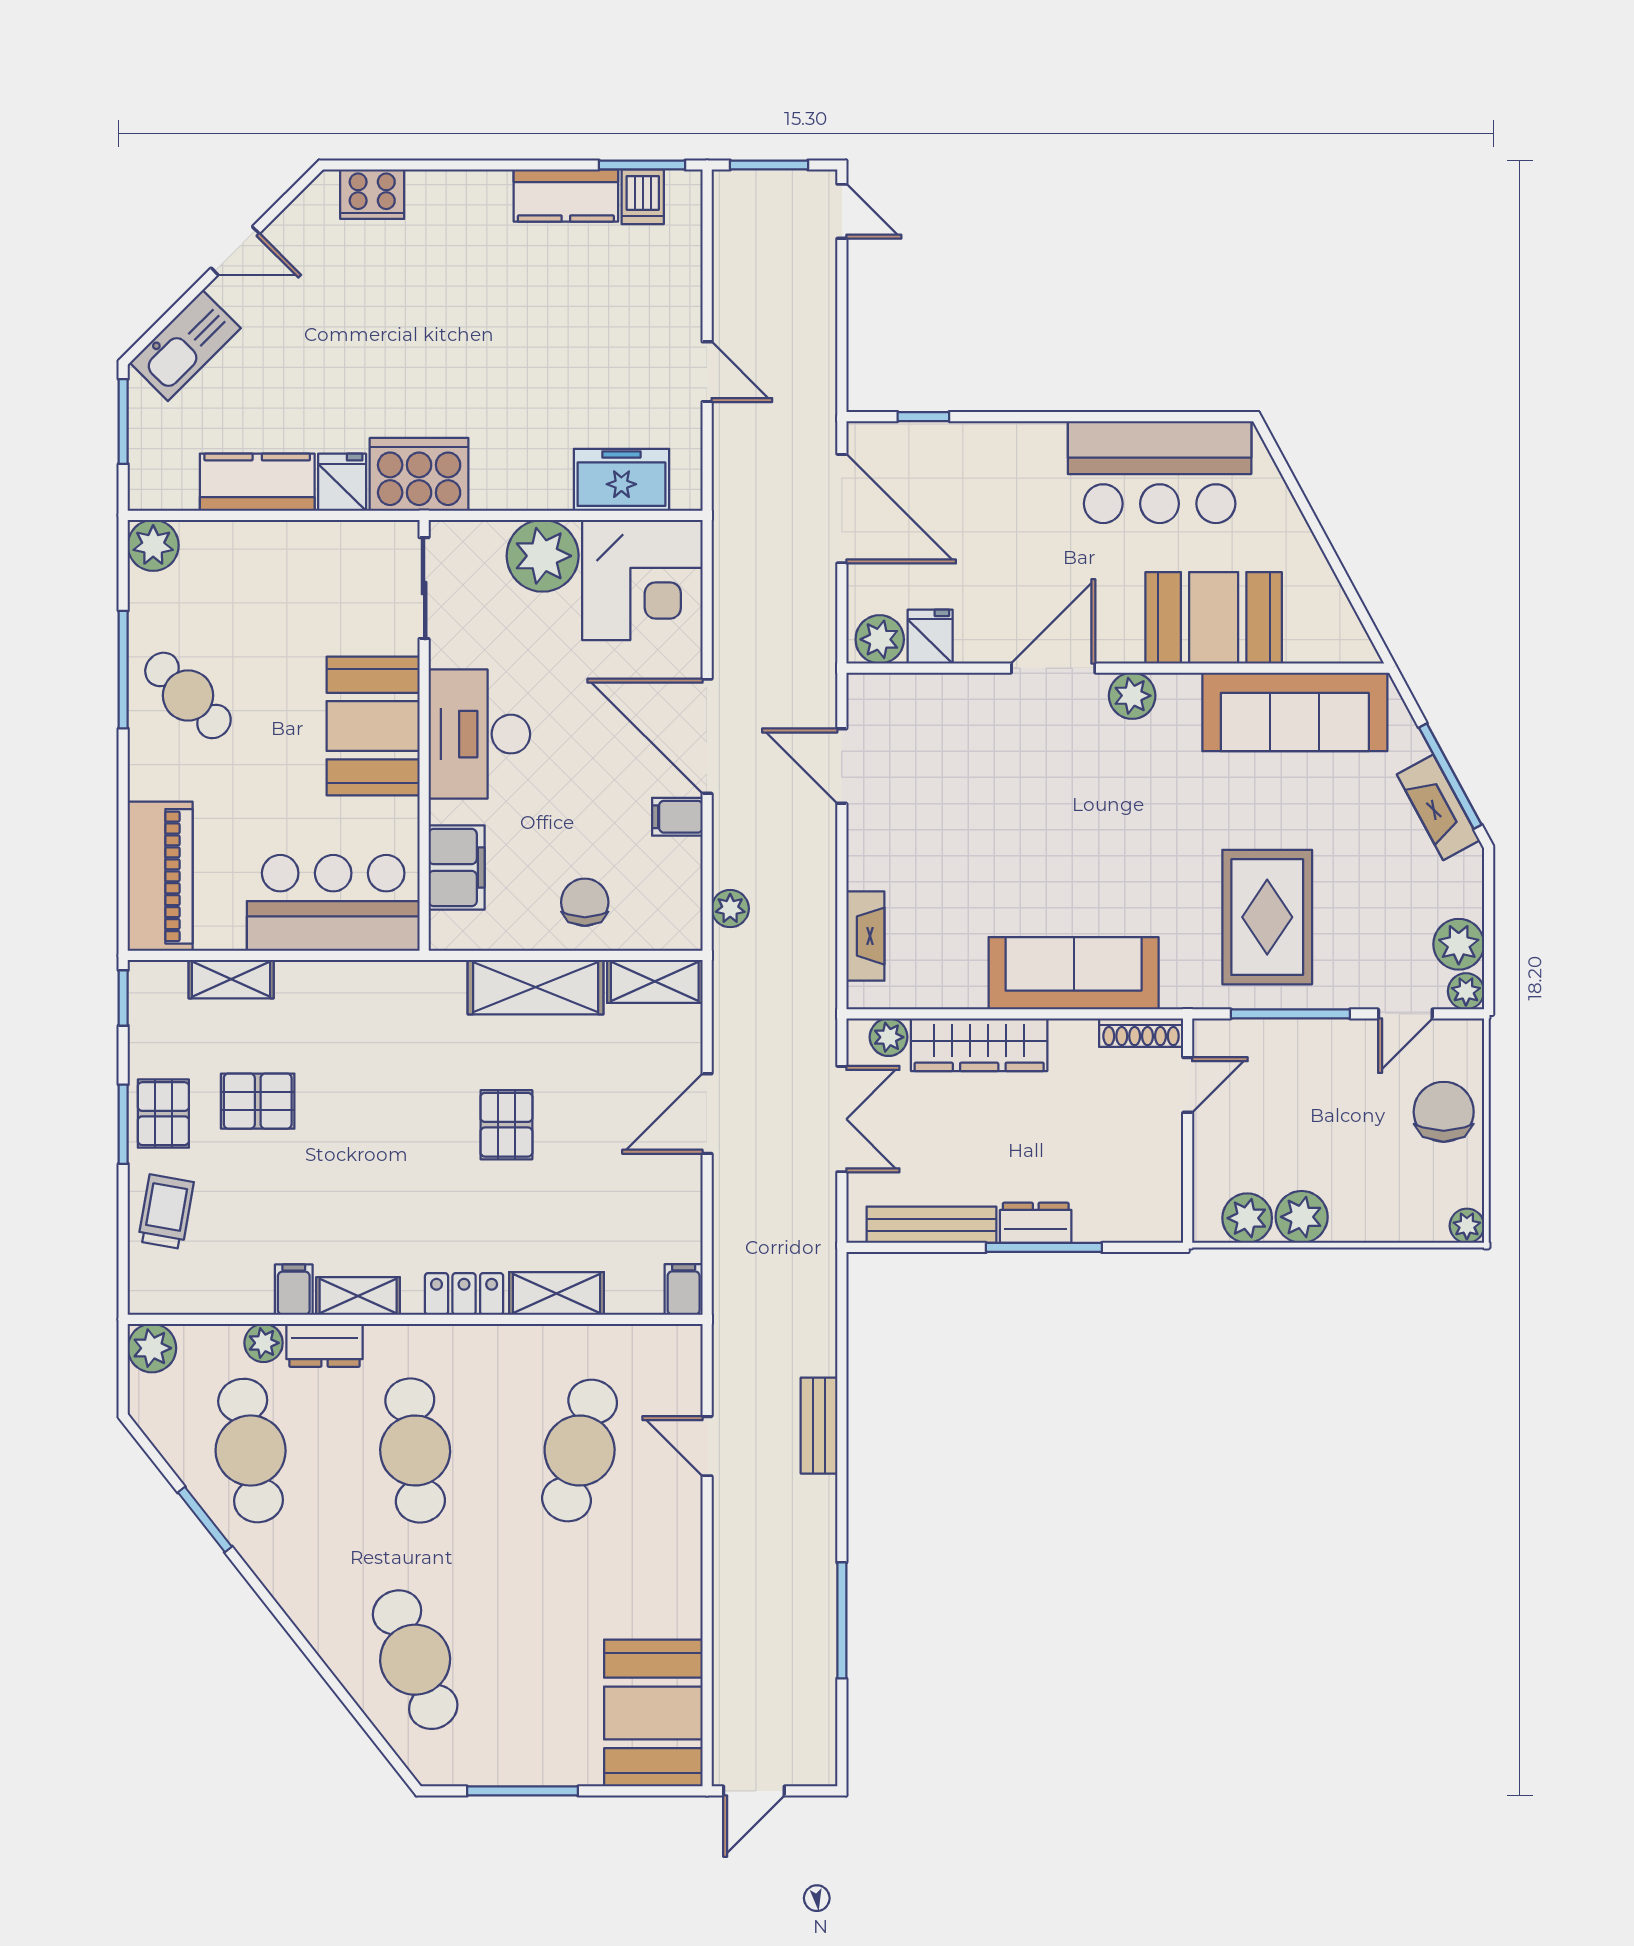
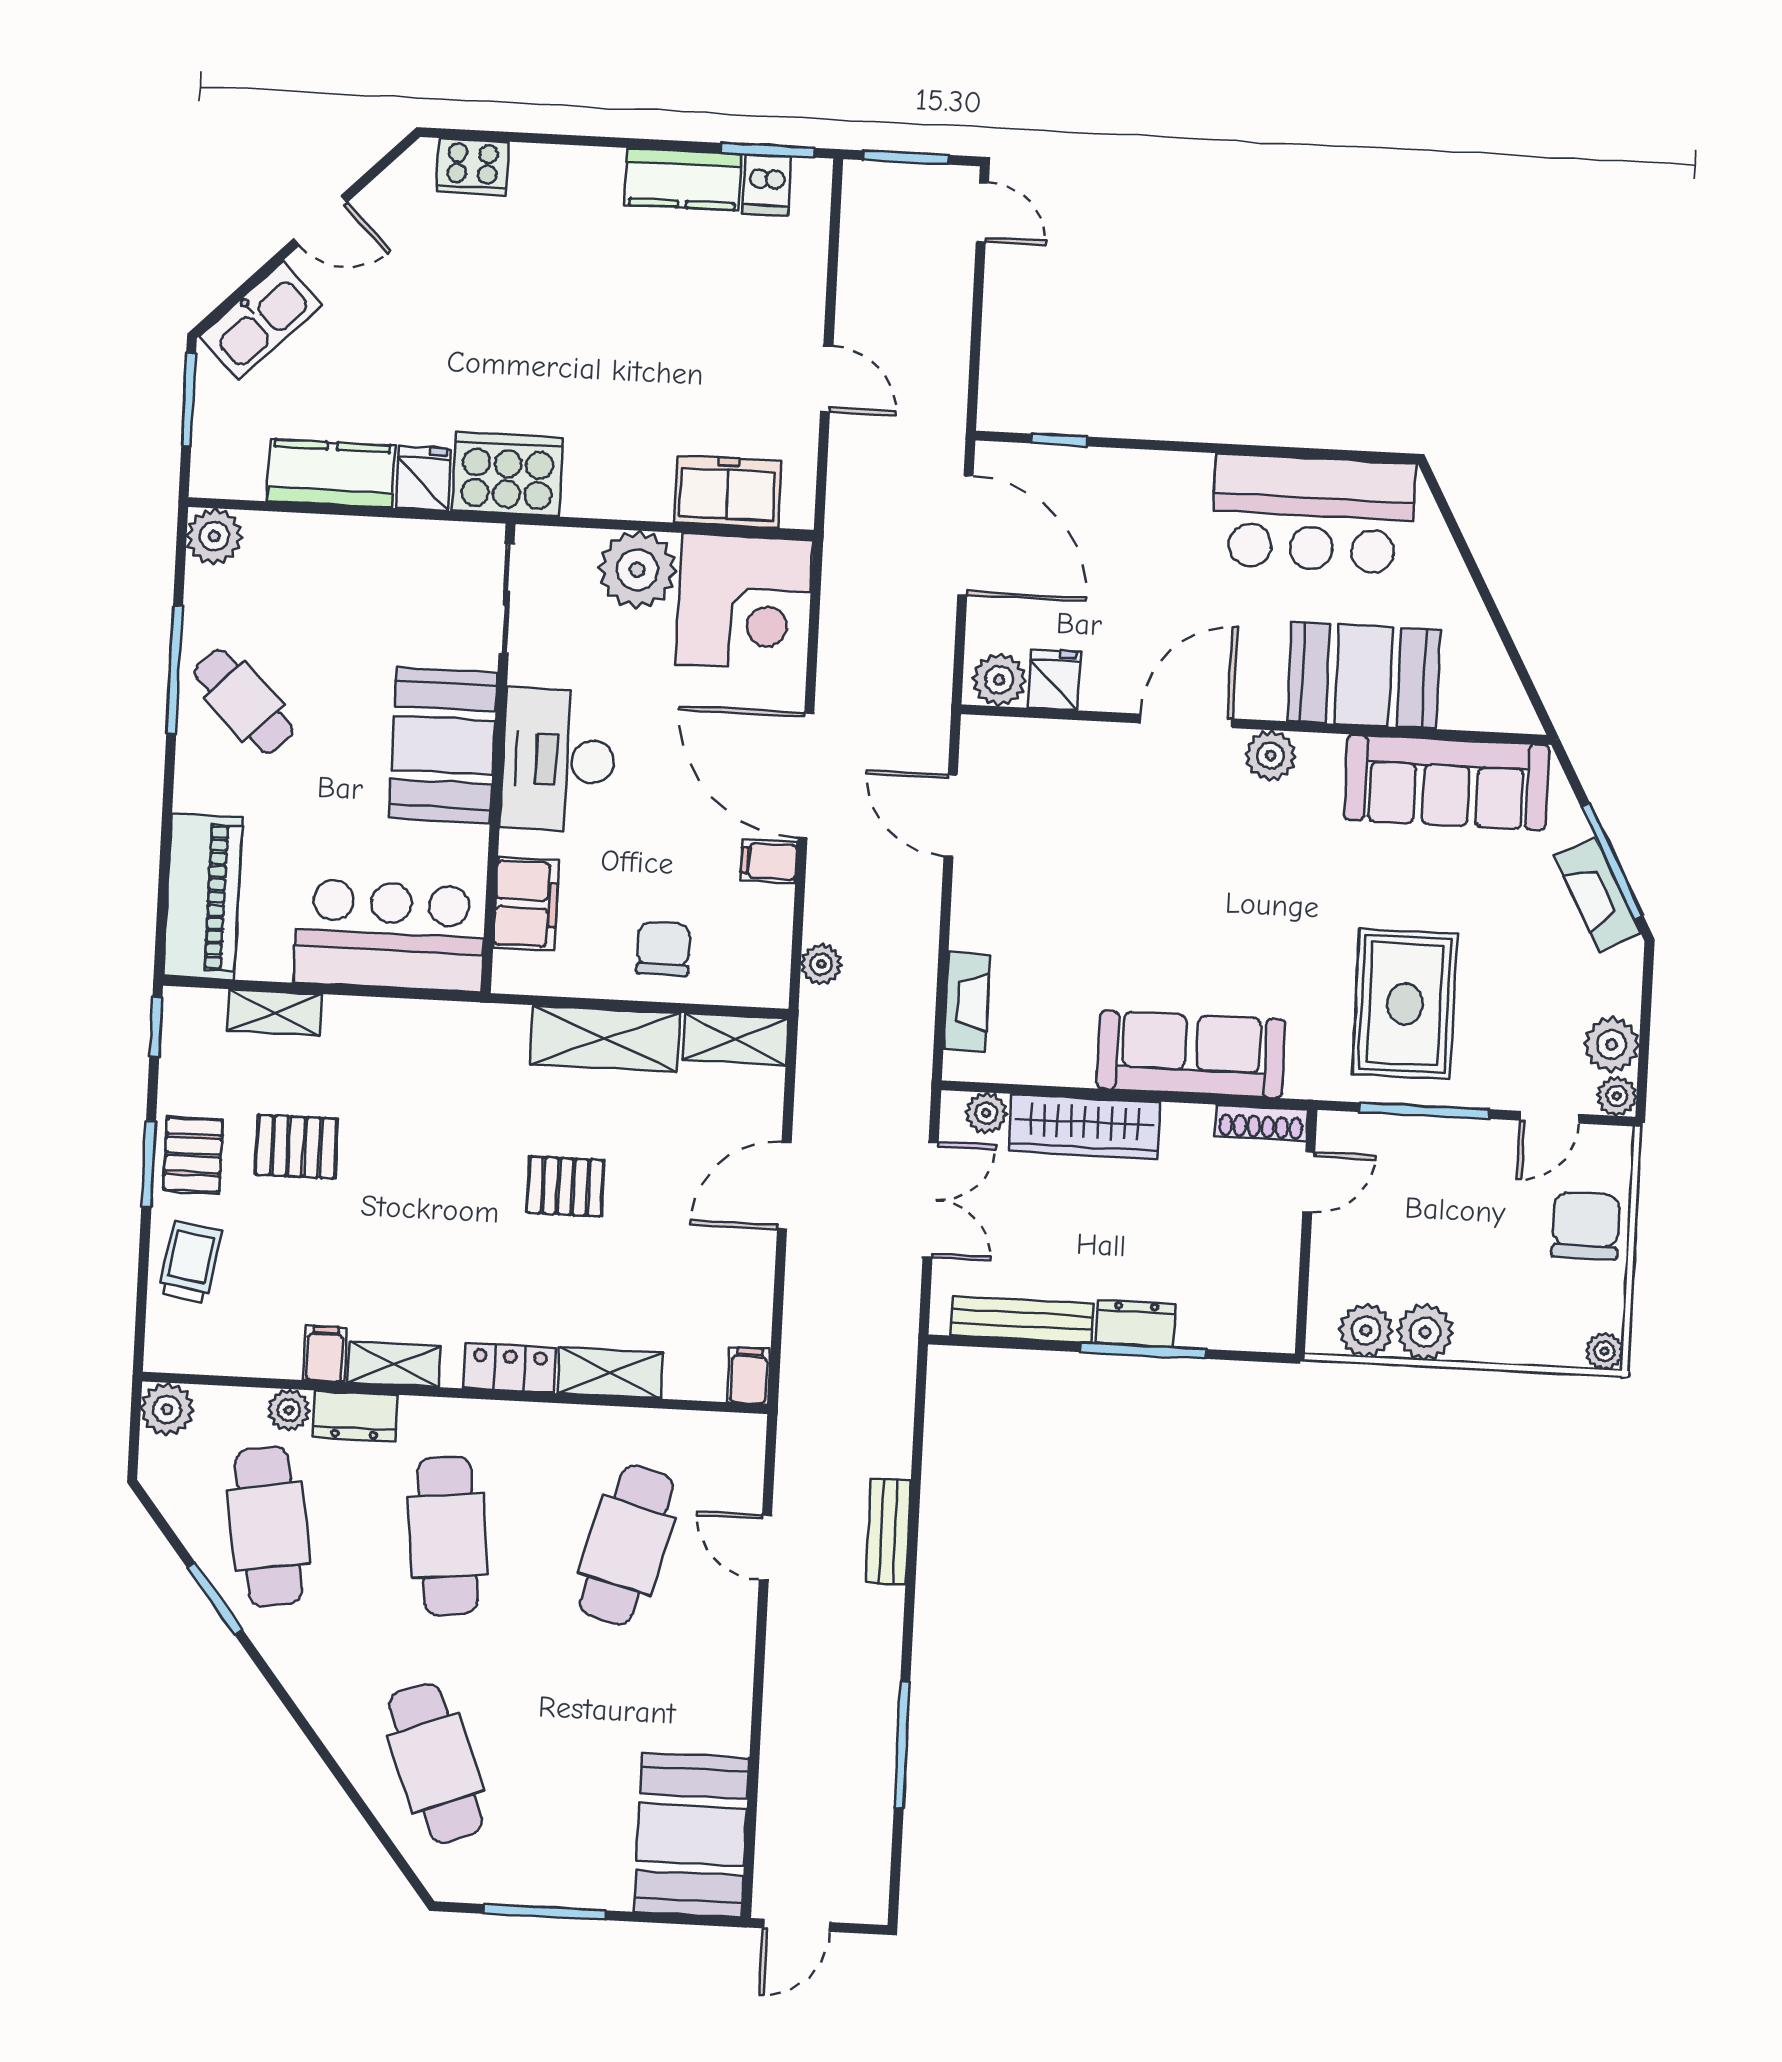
pallet: (506, 1125) -> (566, 1187), turned 90

